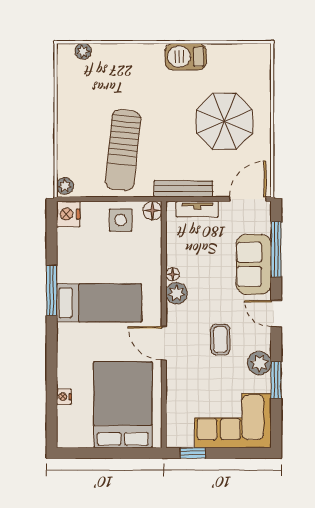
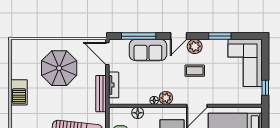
floor lamp: (152, 210) -> (138, 113), moved
plant: (259, 363) -> (195, 46), moved

